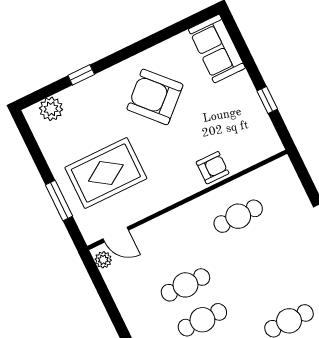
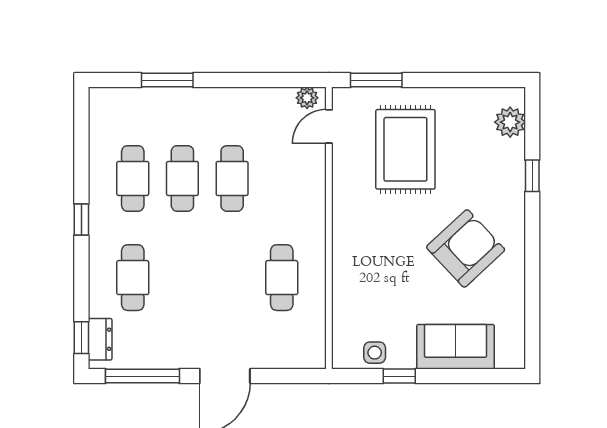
sofa: (217, 49) -> (455, 347), moved
side table: (259, 125) -> (375, 353), added
armchair: (213, 168) -> (352, 275), removed
window: (59, 200) -> (376, 80), moved

